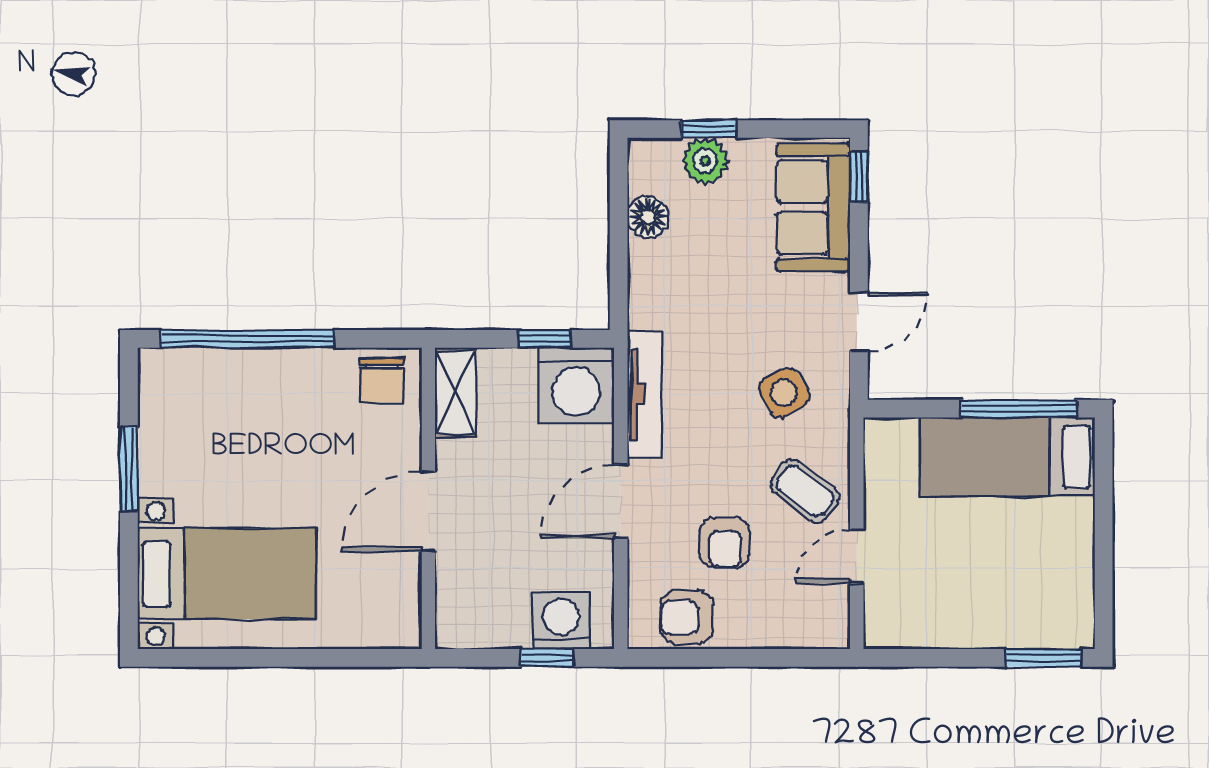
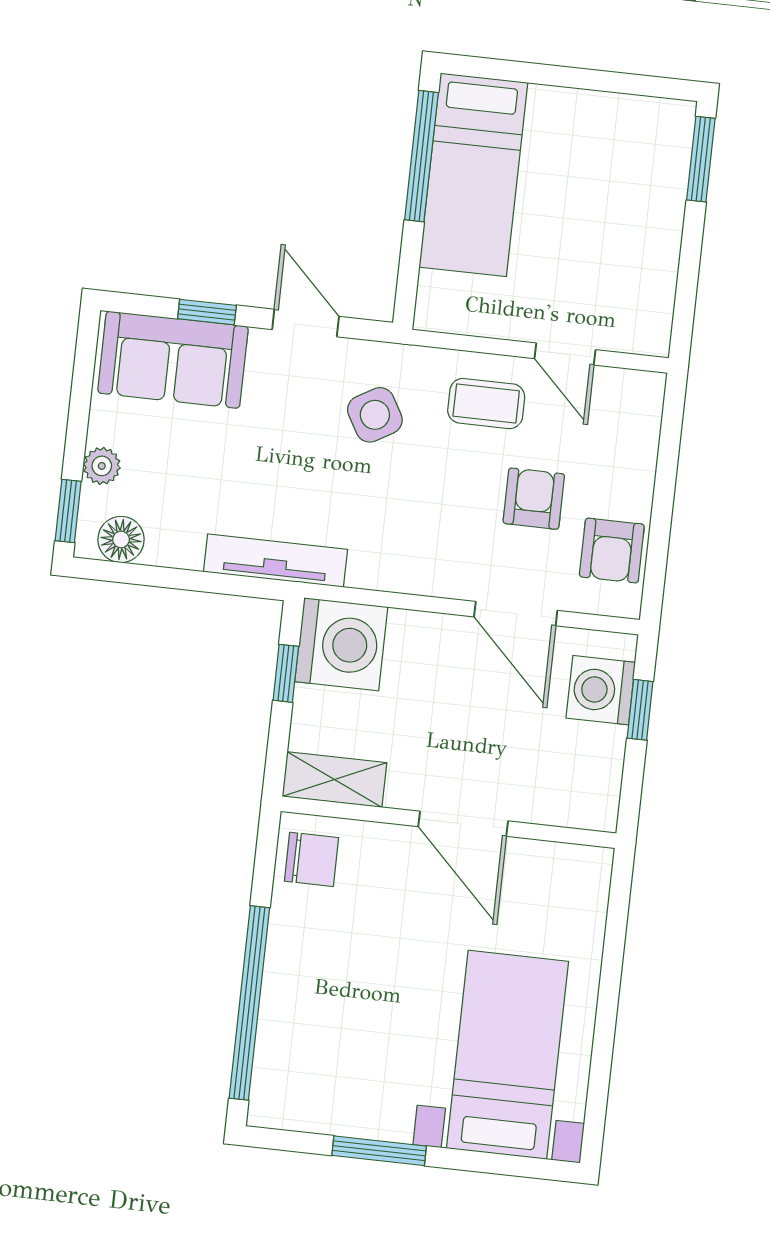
window: (709, 129) -> (68, 511), moved
plant: (705, 161) -> (102, 466), width x0.73, depth x0.73
window: (859, 177) -> (207, 312), moved
floor lamp: (648, 217) -> (121, 539), moved
tv unit: (644, 394) -> (275, 561), moved
coffee table: (805, 491) -> (486, 404), turned 53
door: (621, 502) -> (516, 614), moved
armchair: (725, 543) -> (534, 499), turned -90

